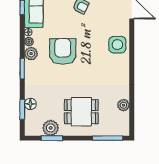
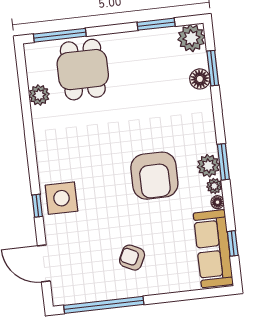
window: (132, 42) -> (37, 206), added
window: (22, 69) -> (223, 162), moved
dining table: (81, 112) -> (83, 70), moved, turned 90
plant: (51, 128) -> (191, 38), moved

